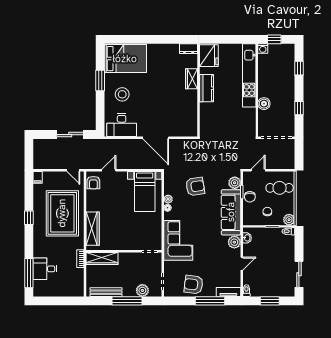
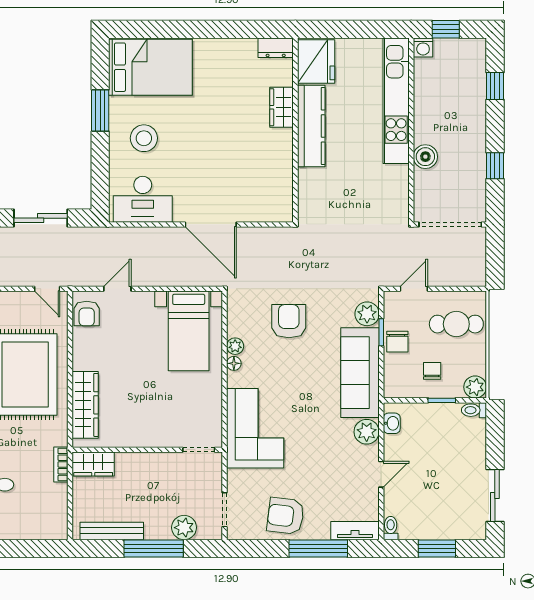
kitchen counter: (206, 88) -> (311, 126), width x1.50
armchair: (195, 186) -> (289, 321), turned -81
wardrobe: (102, 258) -> (93, 464), width x0.67

